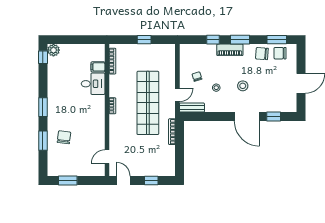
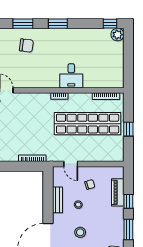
piano: (230, 50) -> (118, 192), moved
filing cabinet: (98, 67) -> (100, 81), removed
desk: (93, 84) -> (71, 76), moved
shop shelf: (148, 103) -> (88, 124), moved
bench: (192, 108) -> (57, 200), moved

